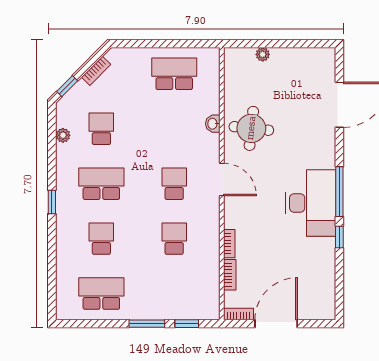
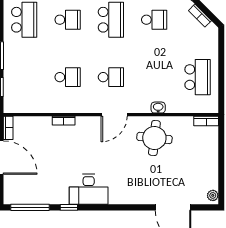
plant: (263, 54) -> (213, 195), moved
window: (339, 192) -> (30, 207), moved
desk: (311, 203) -> (89, 189), width x0.73, depth x0.77
bookcase: (230, 275) -> (206, 121), moved

